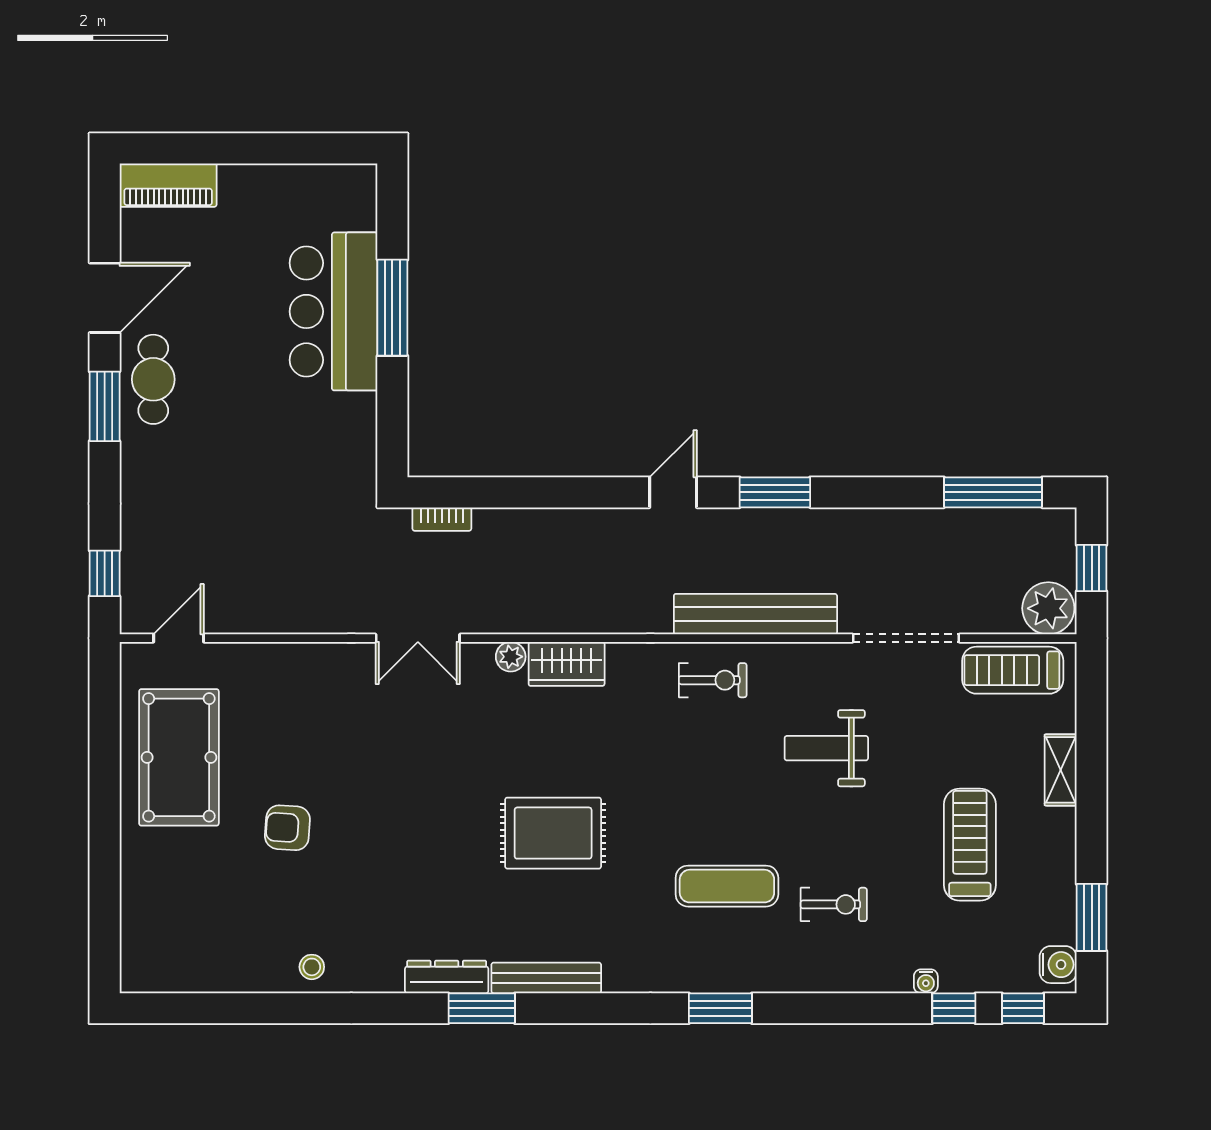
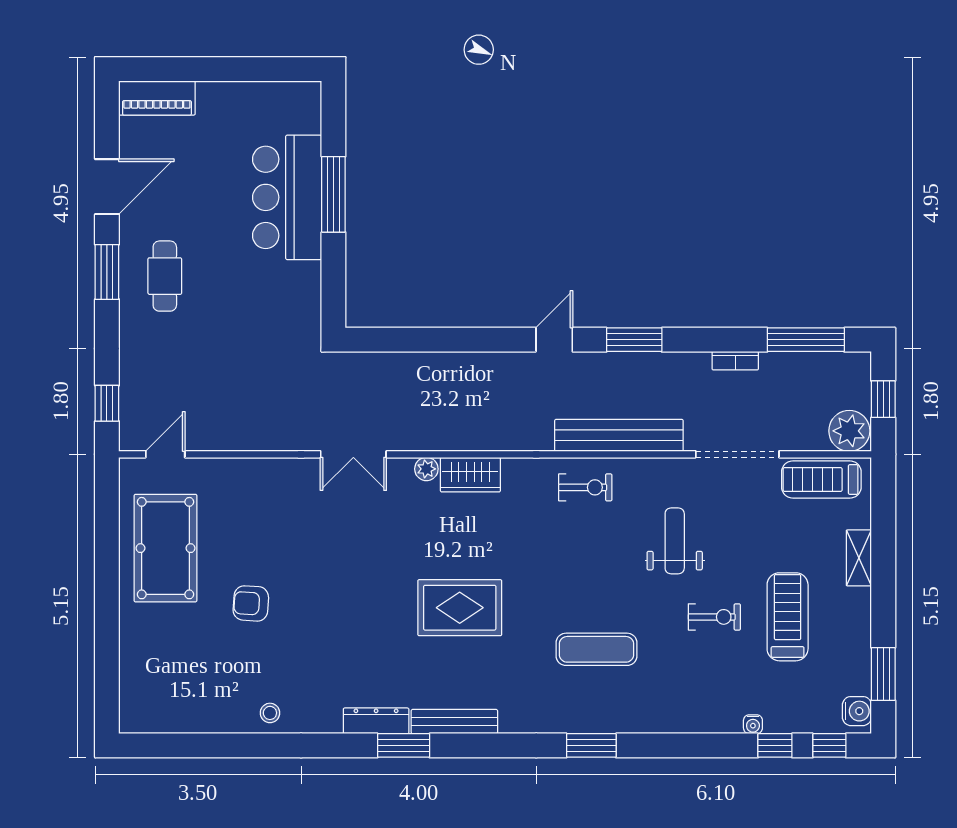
cafe table: (153, 379) -> (165, 276), moved
bookcase: (442, 519) -> (735, 361), moved
weight bench: (826, 748) -> (675, 541), turned 90
exercise bike: (834, 904) -> (714, 617), moved

